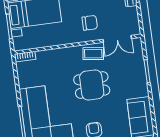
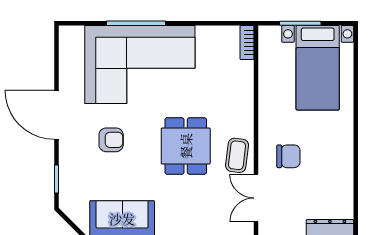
chair: (90, 23) -> (288, 156), turned -90

